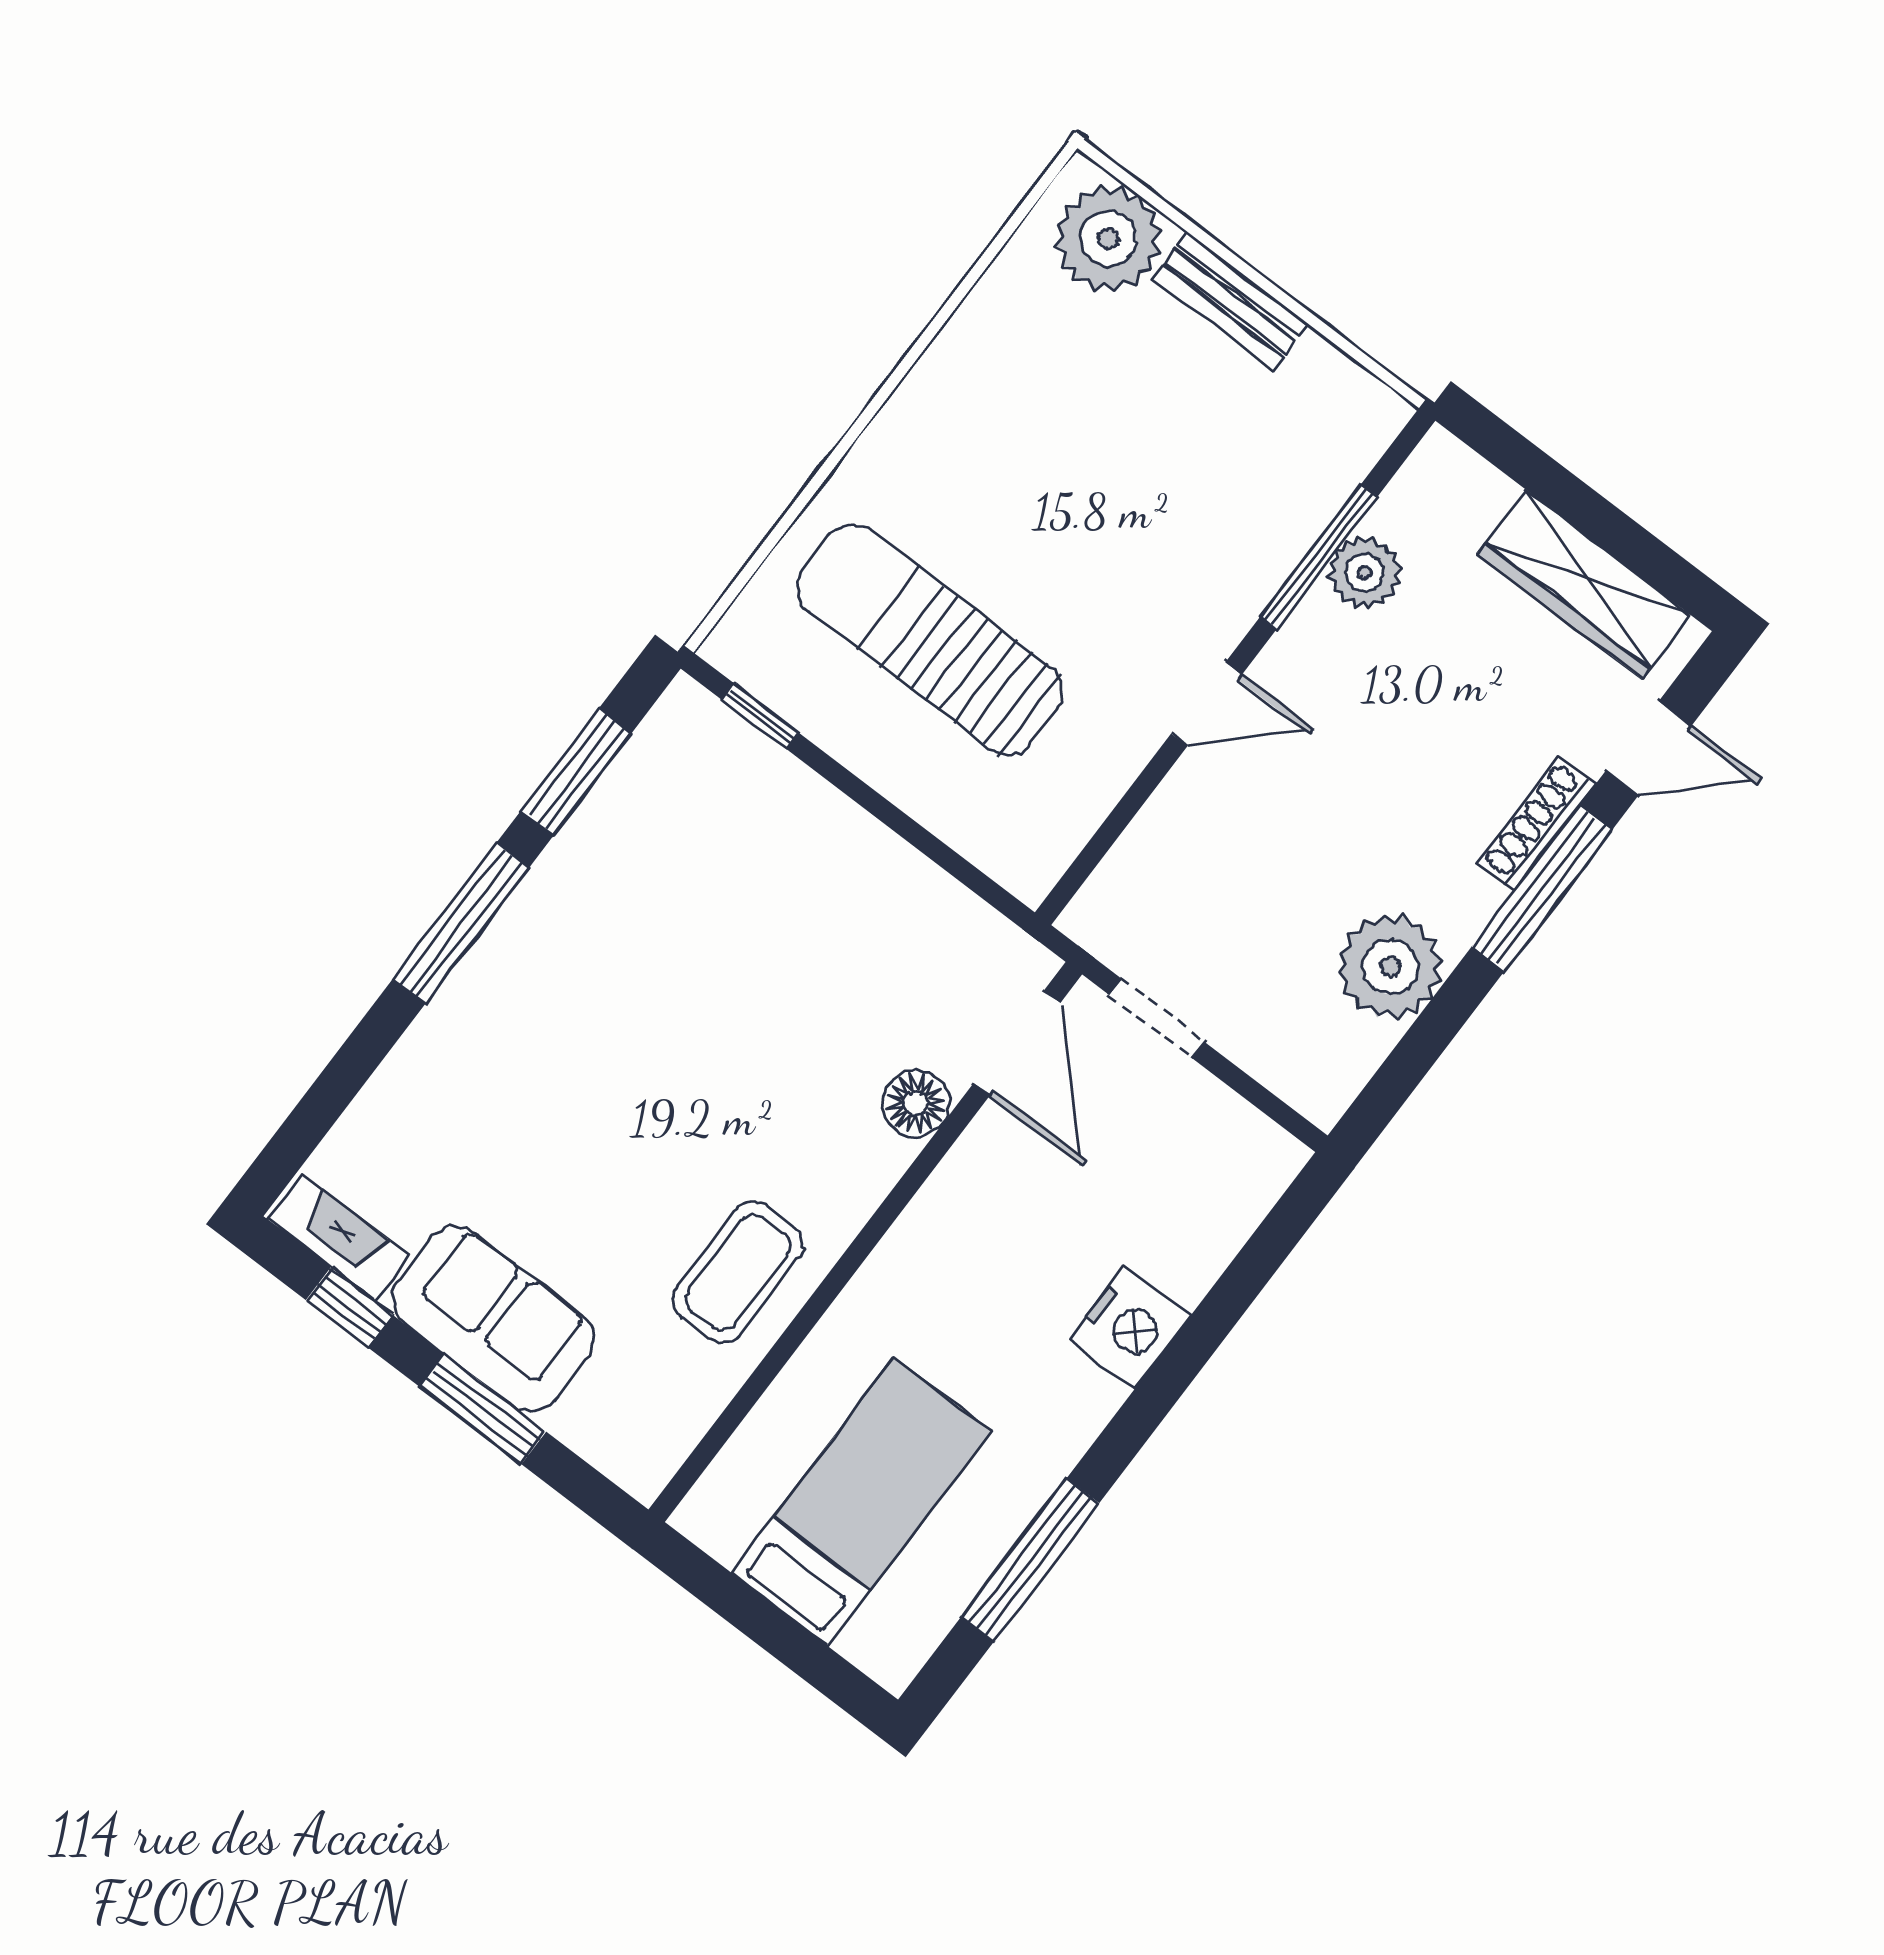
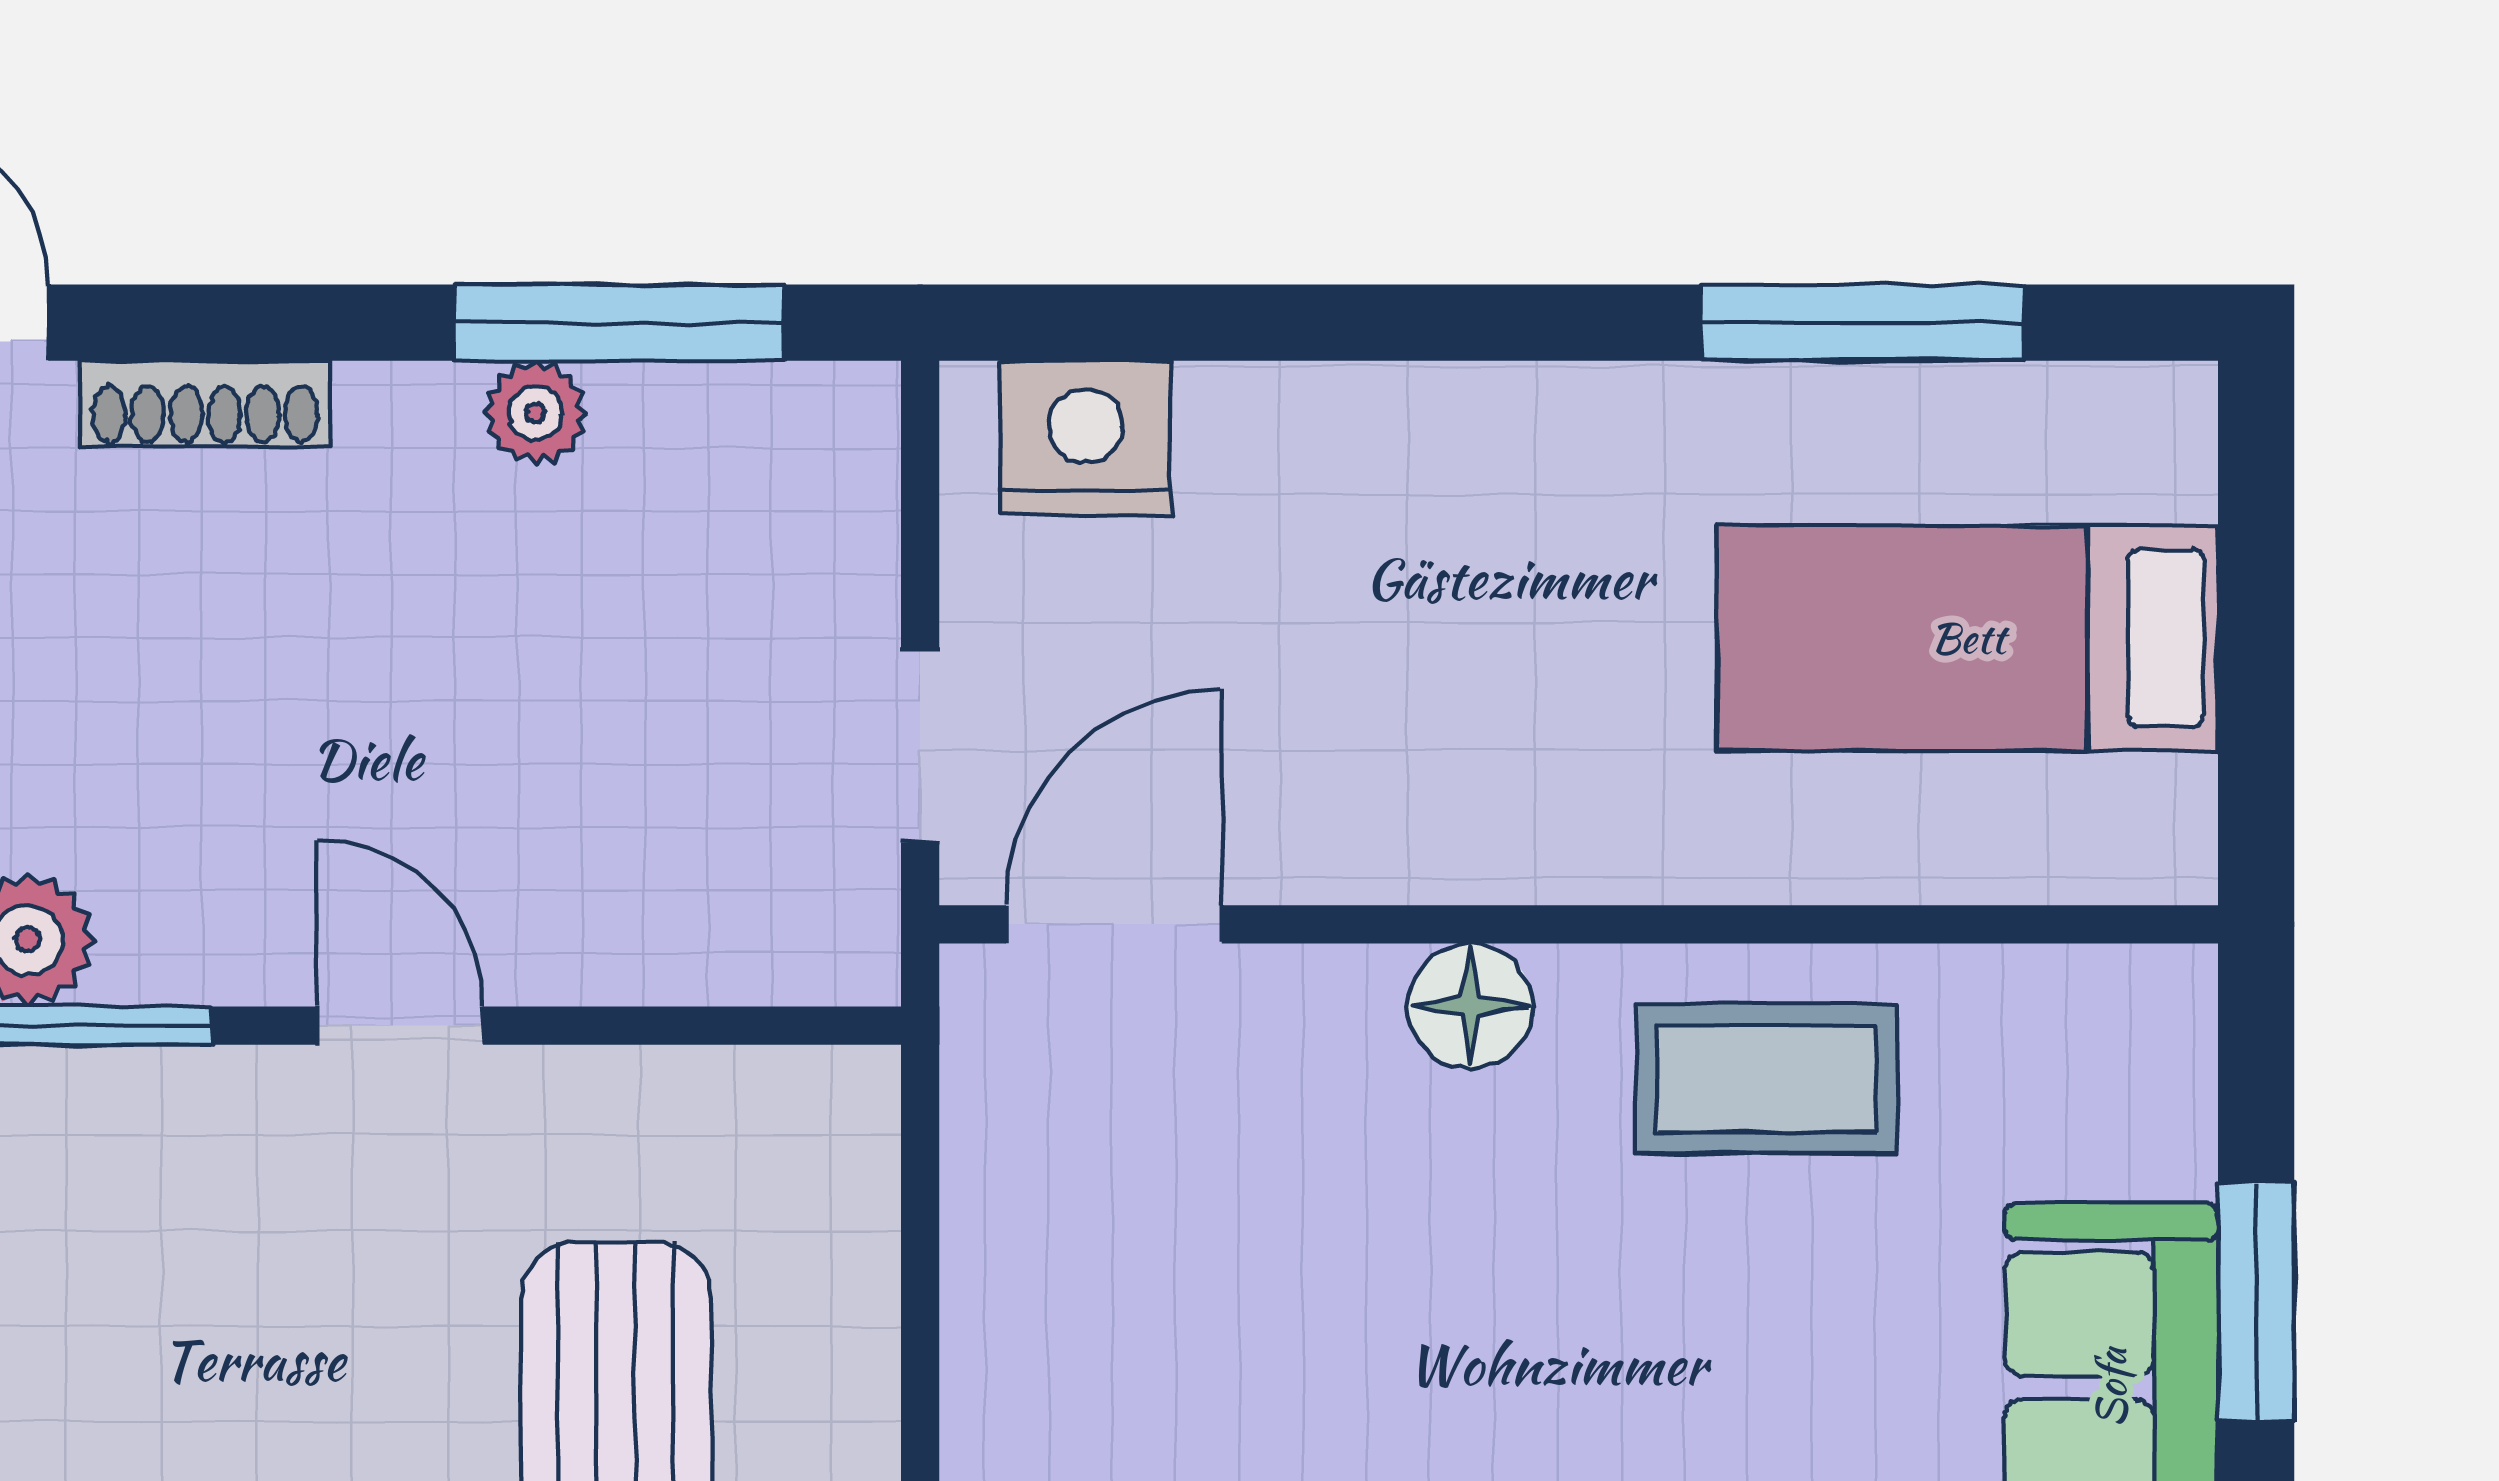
window: (1542, 888) -> (619, 323), moved
plant: (1391, 967) -> (535, 413), width x0.53, depth x0.53
floor lamp: (916, 1103) -> (1470, 1006), moved
nightstand: (1130, 1327) -> (1085, 438), moved

